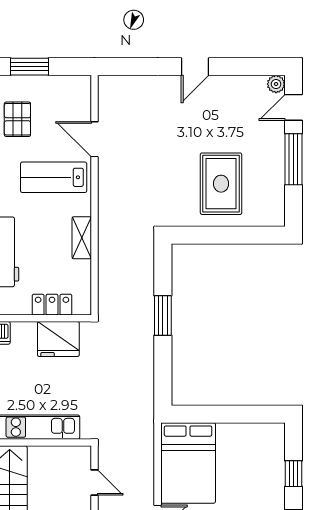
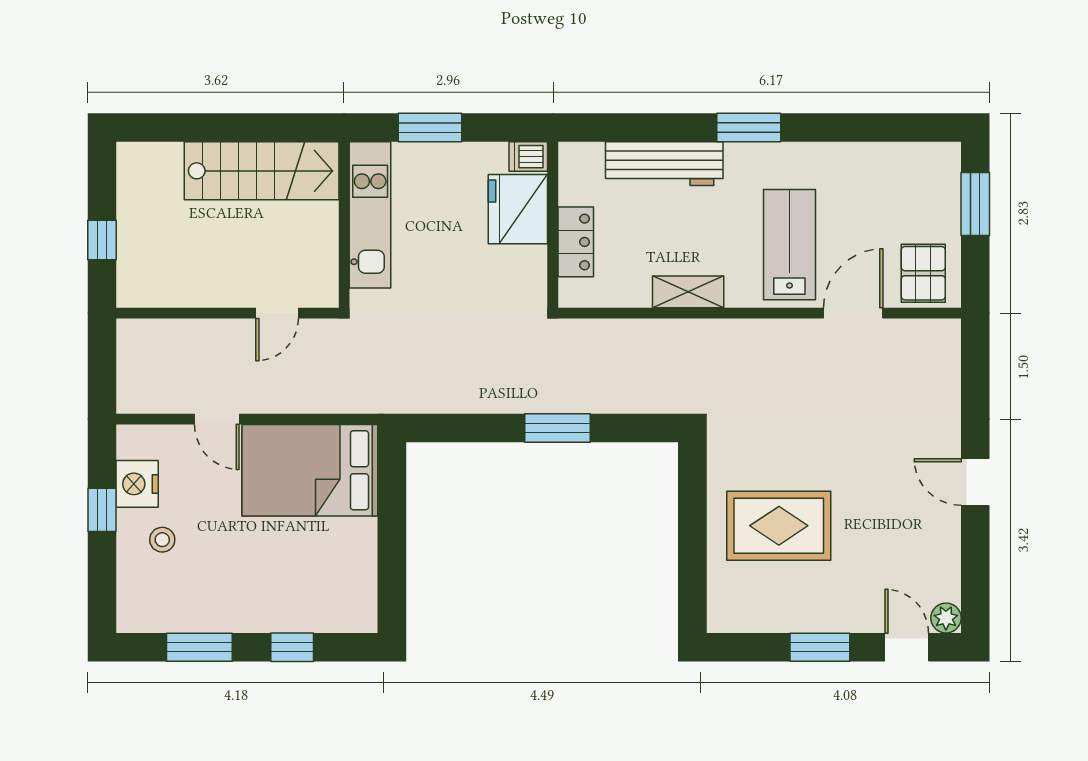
pallet: (17, 119) -> (923, 273), moved, turned 90
window: (293, 159) -> (820, 647), width x0.69
fridge: (58, 339) -> (518, 209), moved

